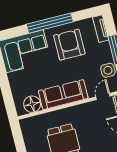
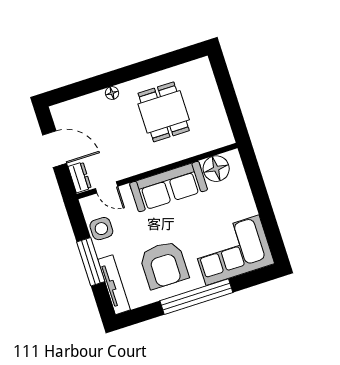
tv unit: (101, 29) -> (114, 285), width x1.41
door: (103, 97) -> (107, 187), hinge flipped

